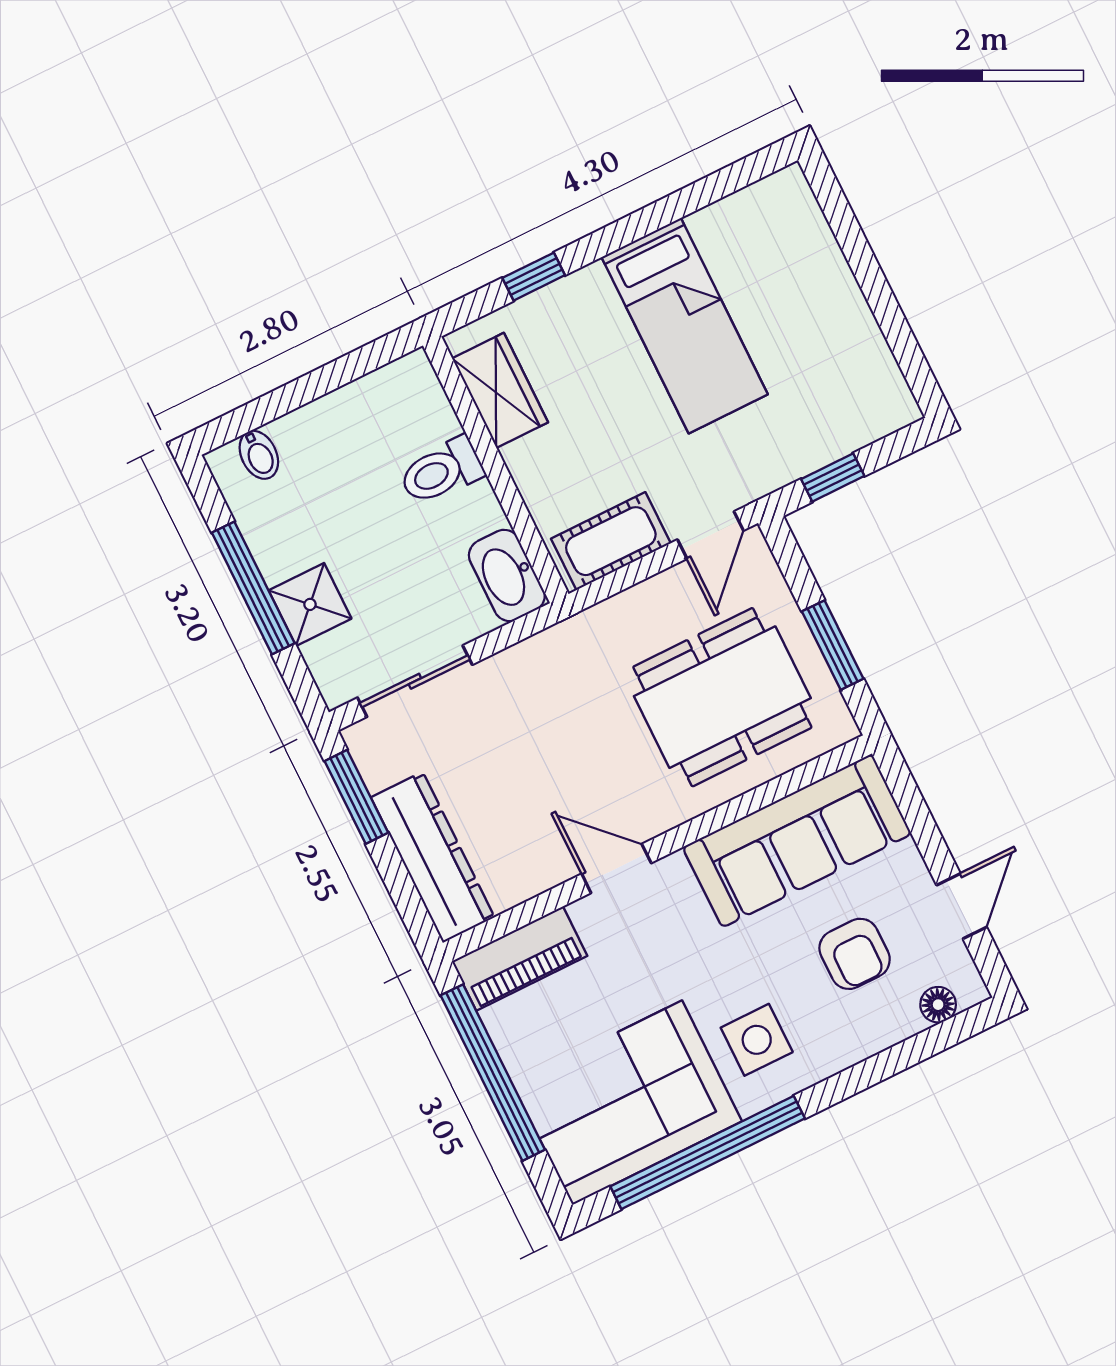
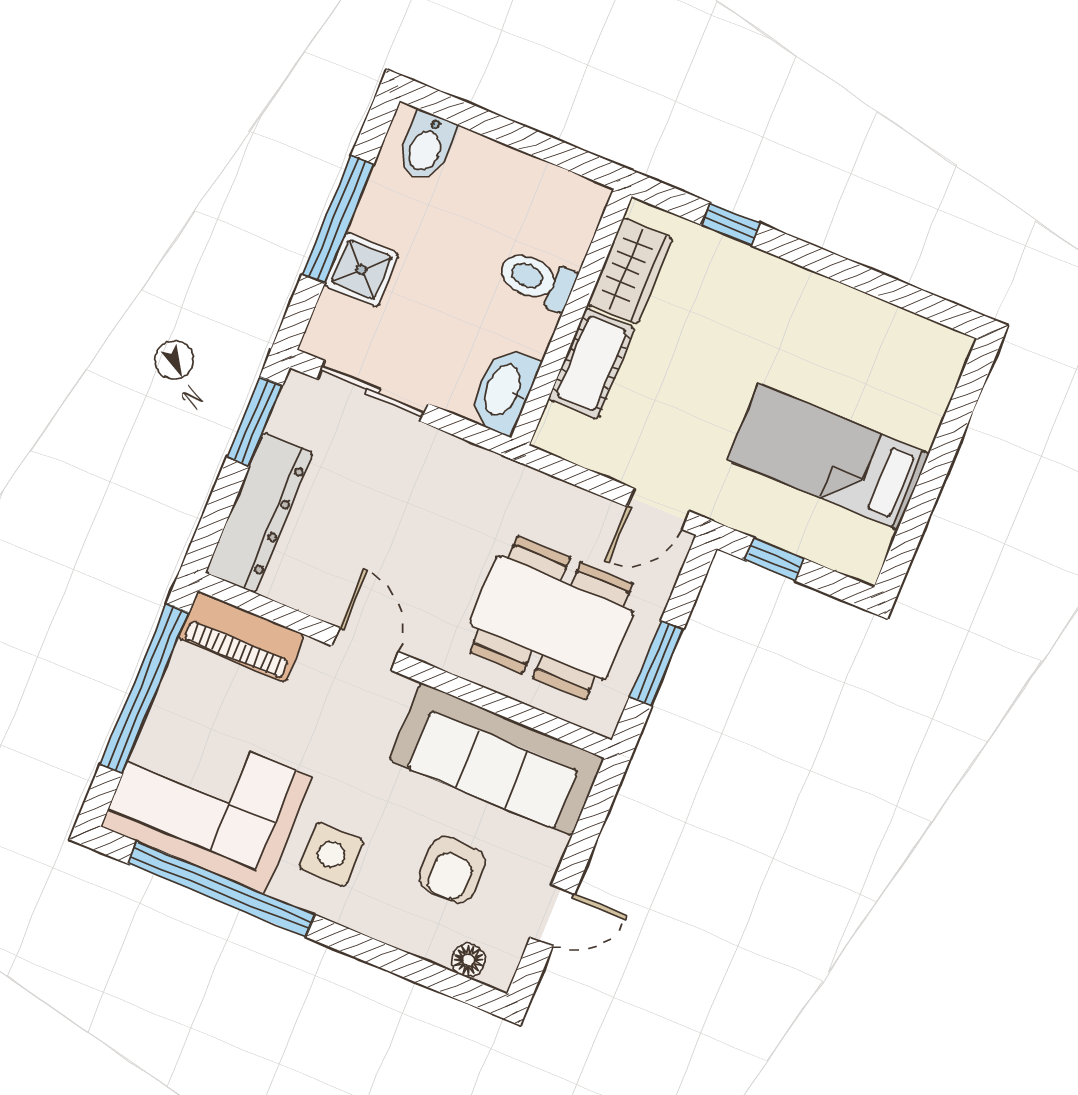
bed: (685, 326) -> (829, 457), moved, turned 90
bidet: (259, 455) -> (426, 146), width x1.38, depth x1.36
cot: (611, 541) -> (592, 364), moved, turned 90

